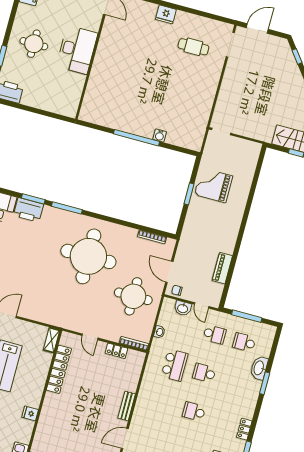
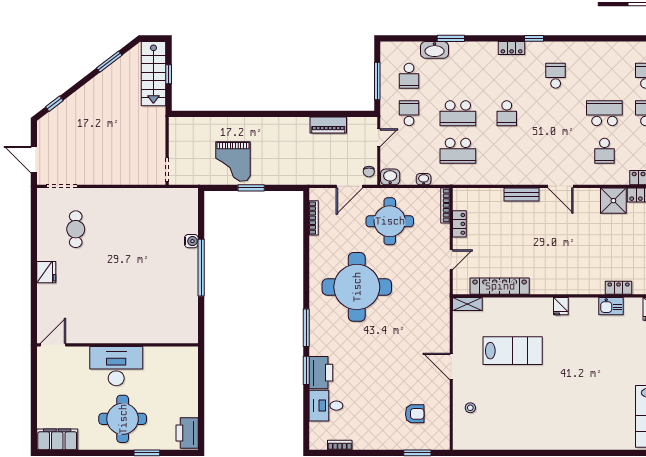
round table: (34, 44) -> (123, 419), width x1.36, depth x1.36
washbasin: (183, 308) -> (390, 177), moved, turned -90
school desk: (175, 365) -> (458, 151), turned 180
school desk: (204, 373) -> (458, 113), width x1.85

